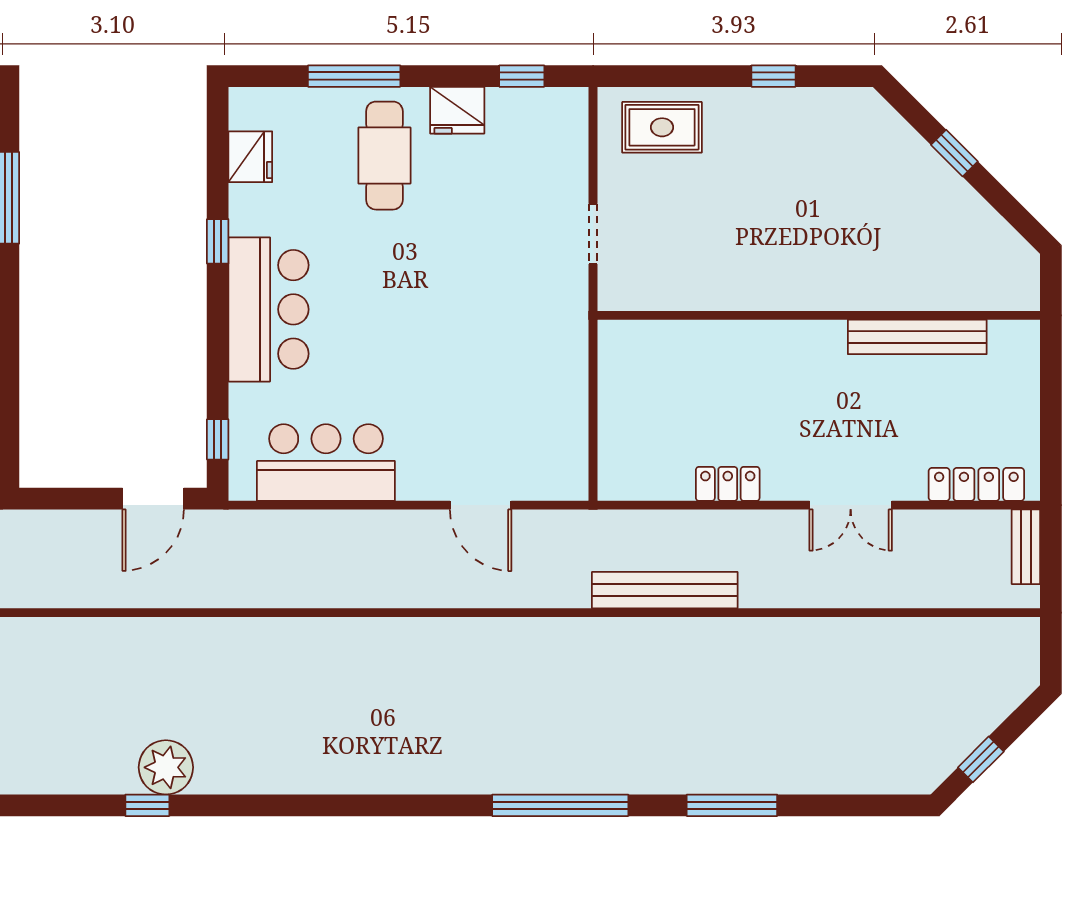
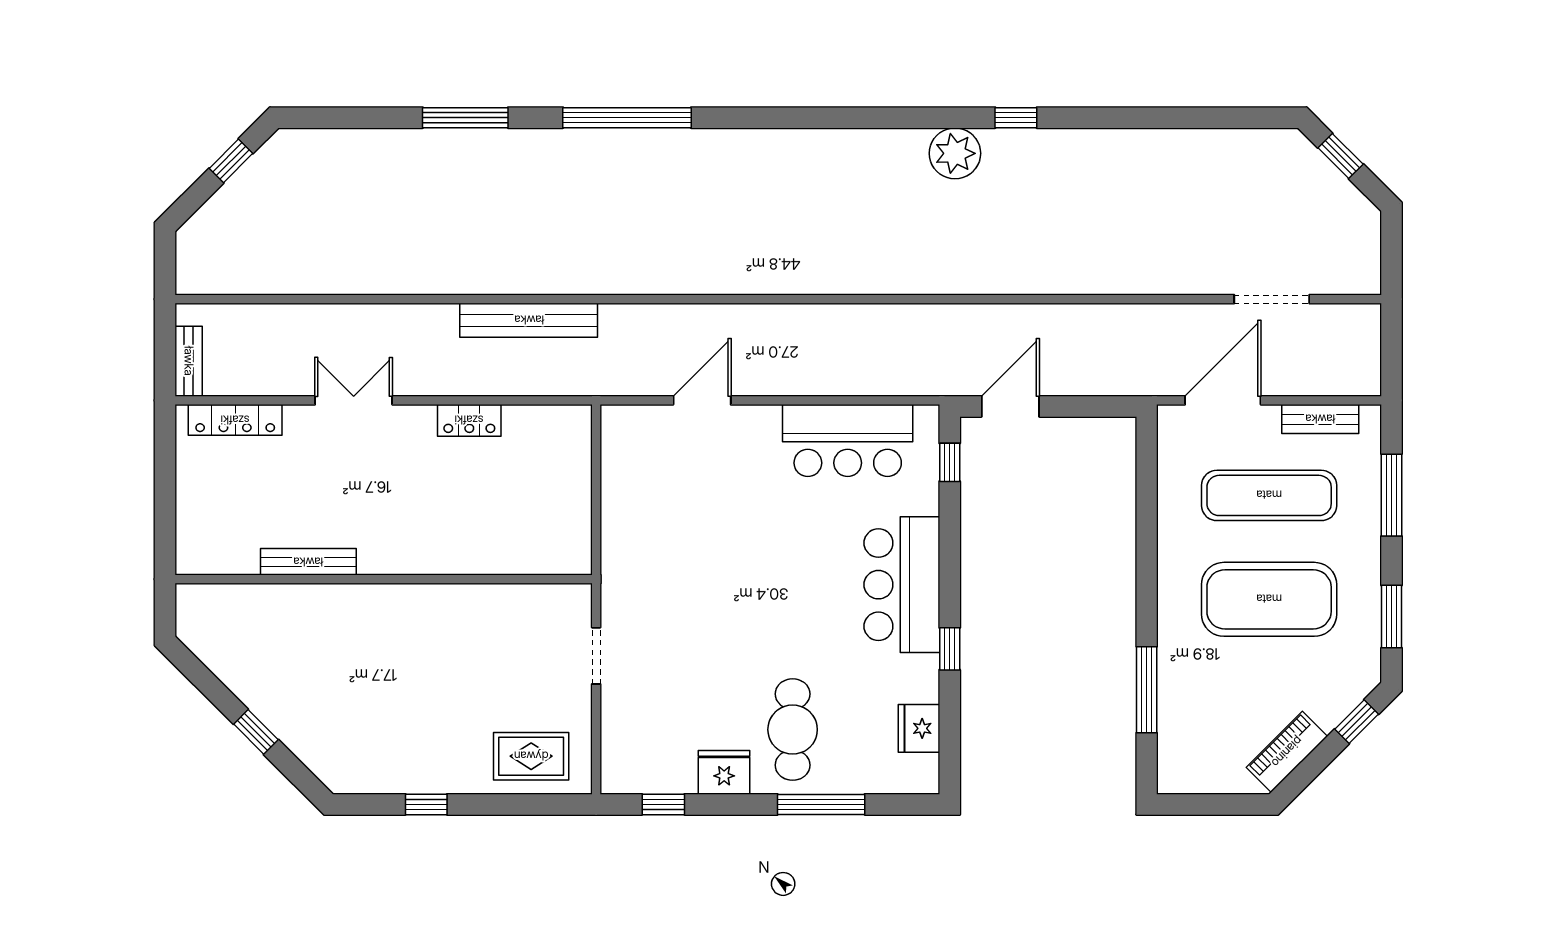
bench: (917, 337) -> (308, 562), width x0.73, depth x0.82
door: (481, 505) -> (702, 400), hinge flipped
plant: (166, 767) -> (955, 153), moved

